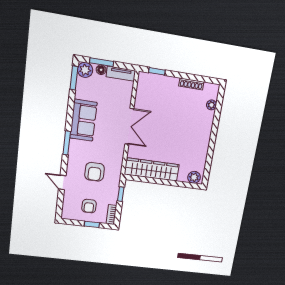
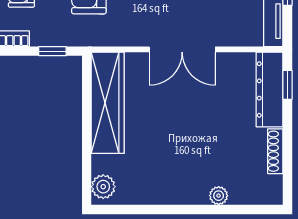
dresser: (158, 82) -> (270, 90), added
plant: (212, 105) -> (219, 196), moved

